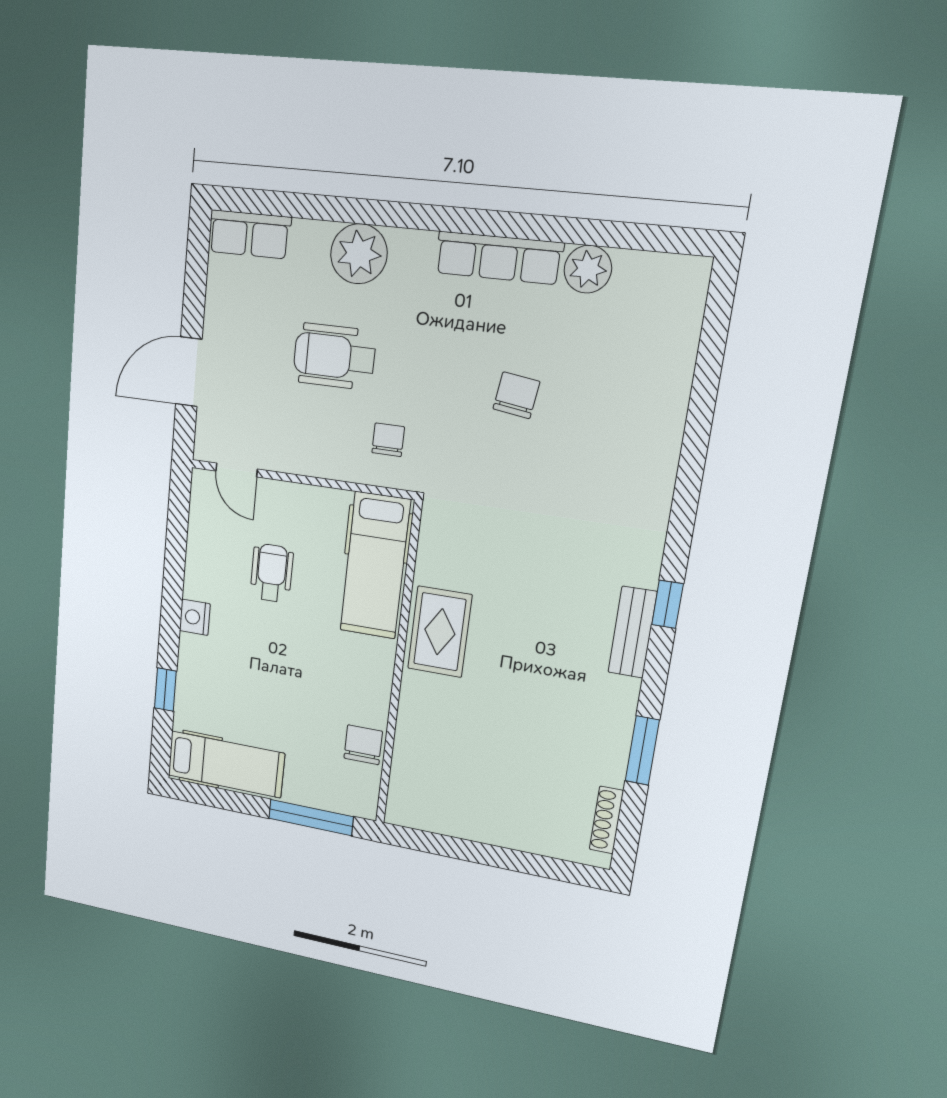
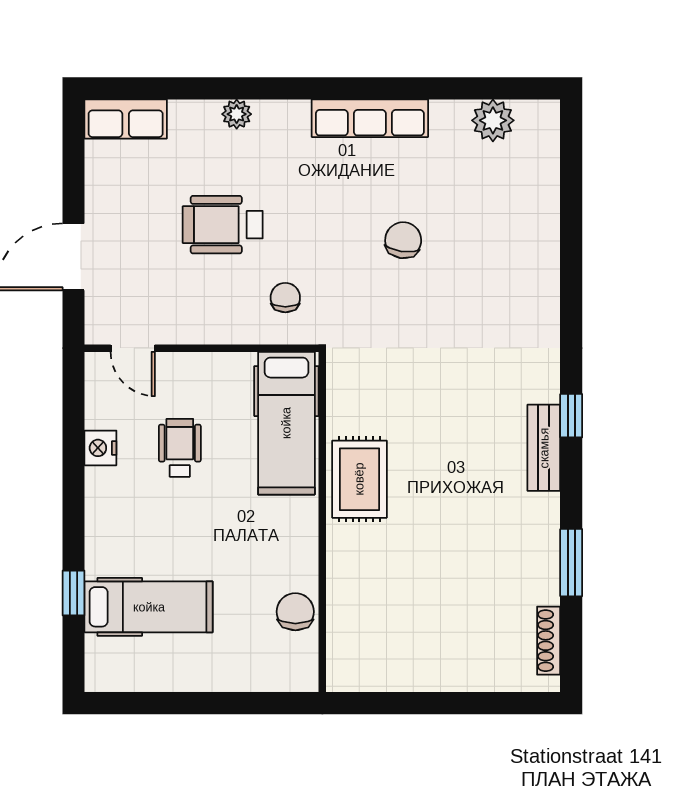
plant: (359, 254) -> (237, 114), width x0.53, depth x0.53
plant: (588, 269) -> (493, 120), moved
nightstand: (195, 617) -> (100, 448), moved
hospital bed: (226, 764) -> (149, 607), moved
window: (311, 818) -> (248, 703), removed

